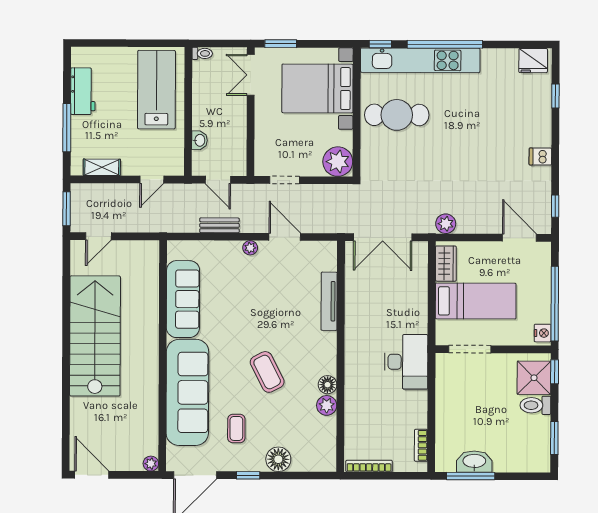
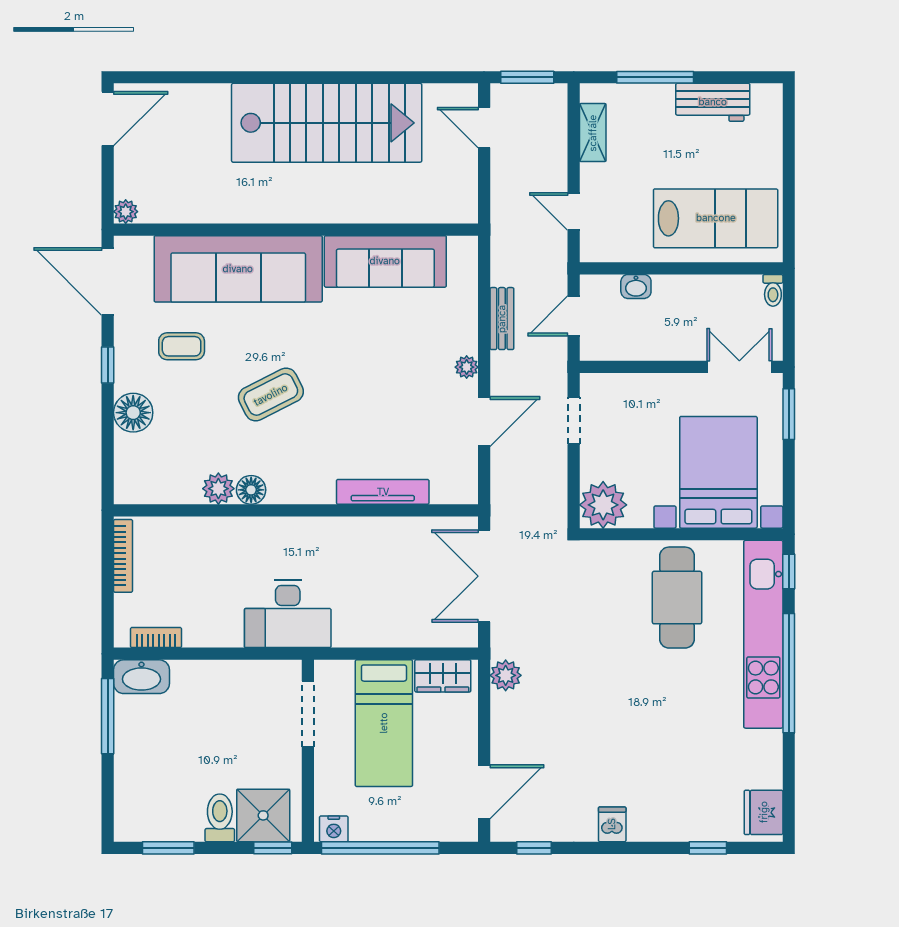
washbasin: (474, 462) -> (141, 677), moved, turned 90

